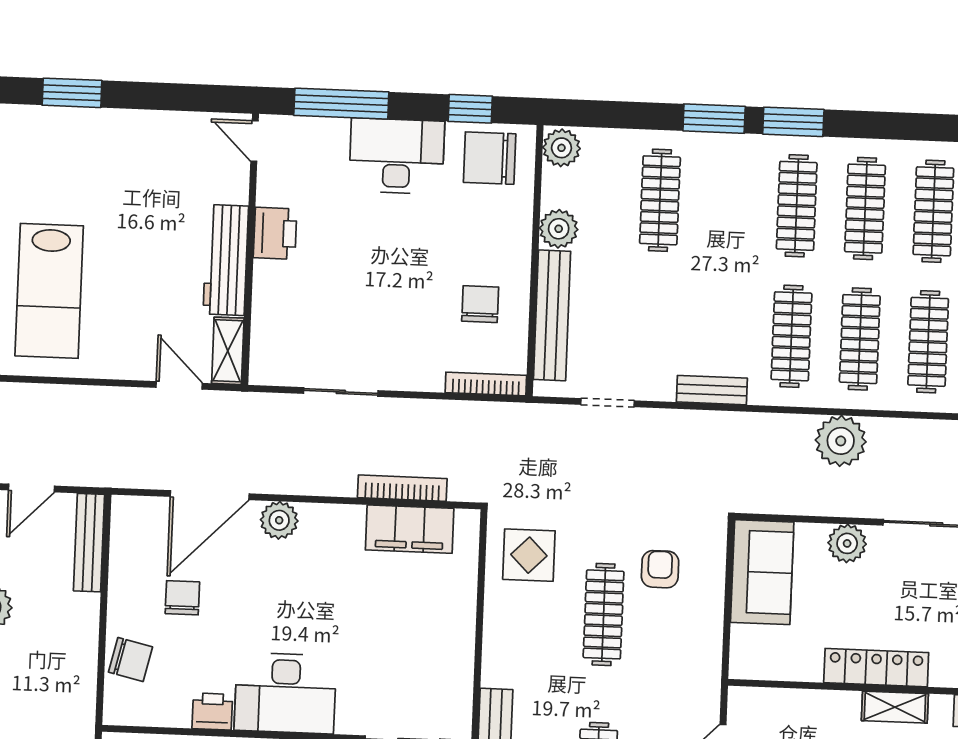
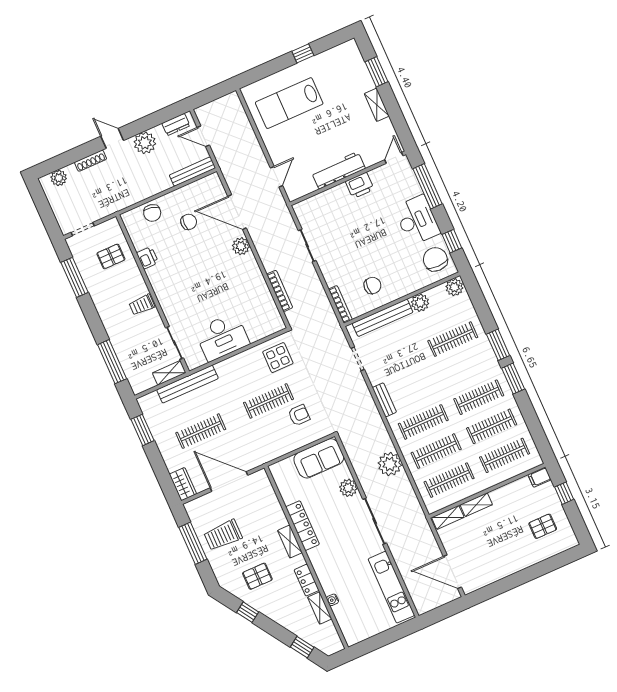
shelving: (228, 351) -> (377, 105), moved, turned 90
filing cabinet: (410, 529) -> (264, 302), removed
desk: (285, 693) -> (222, 337), moved, turned -90

